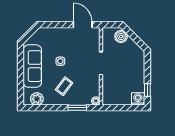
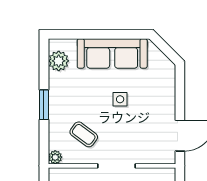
coffee table: (64, 86) -> (84, 134), moved
window: (77, 108) -> (44, 105), moved

